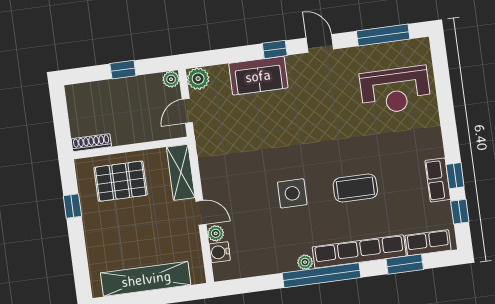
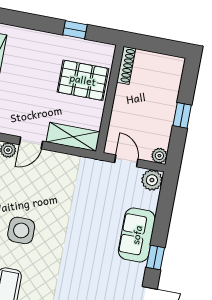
pallet: (121, 181) -> (83, 80), turned 90

